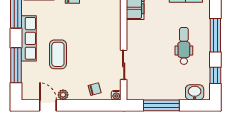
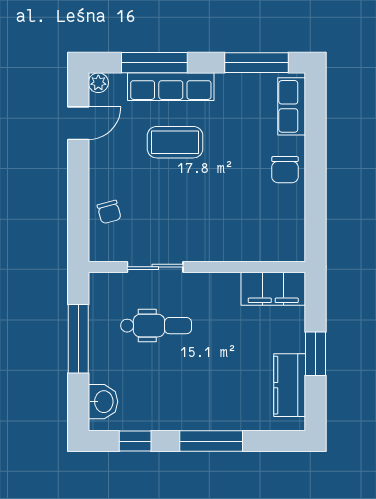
row of seats: (29, 38) -> (171, 87), moved
dental chair: (184, 46) -> (156, 326), moved
plant: (63, 95) -> (98, 83), moved
water cooler: (116, 95) -> (97, 253), removed

